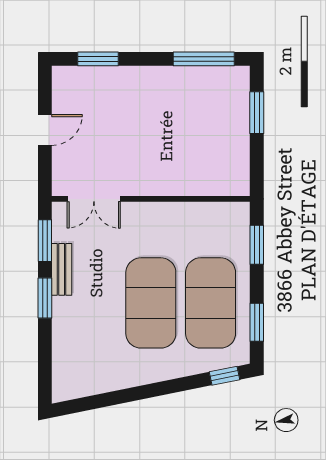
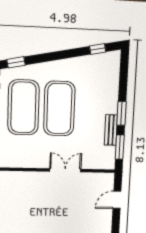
door: (45, 130) -> (117, 200), moved
double door: (94, 199) -> (65, 170), moved
window: (91, 403) -> (98, 49), added

